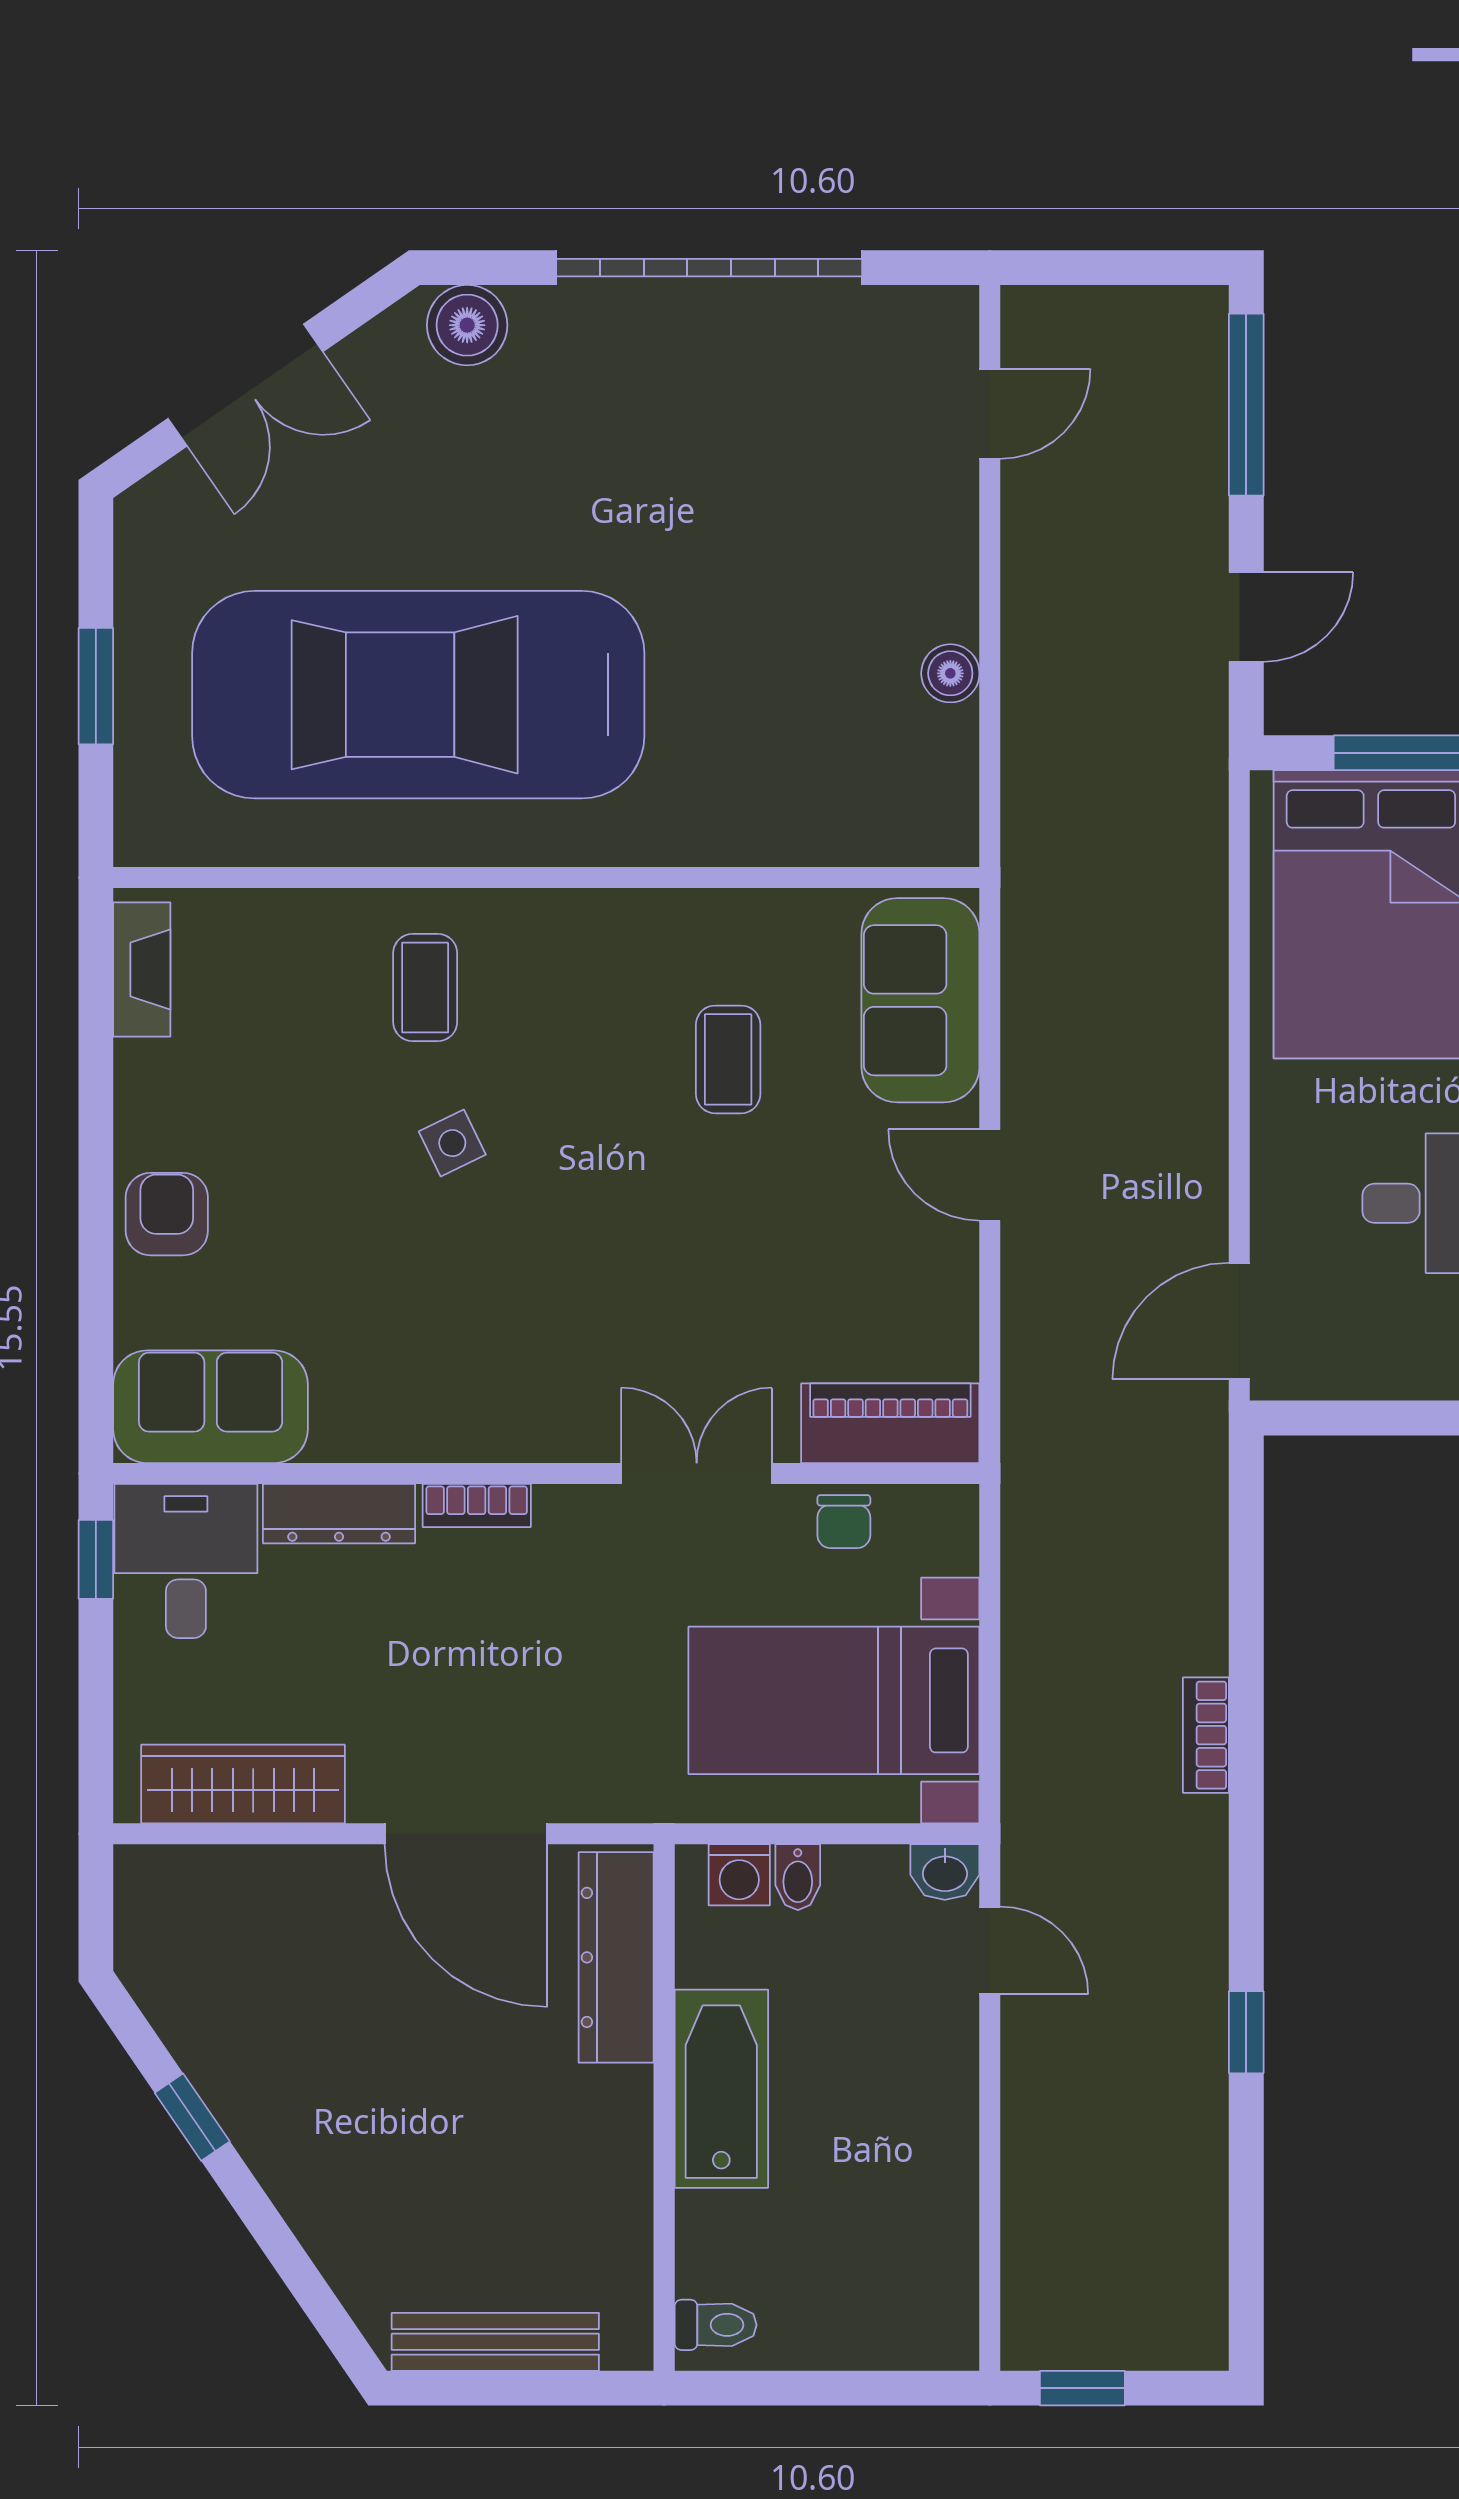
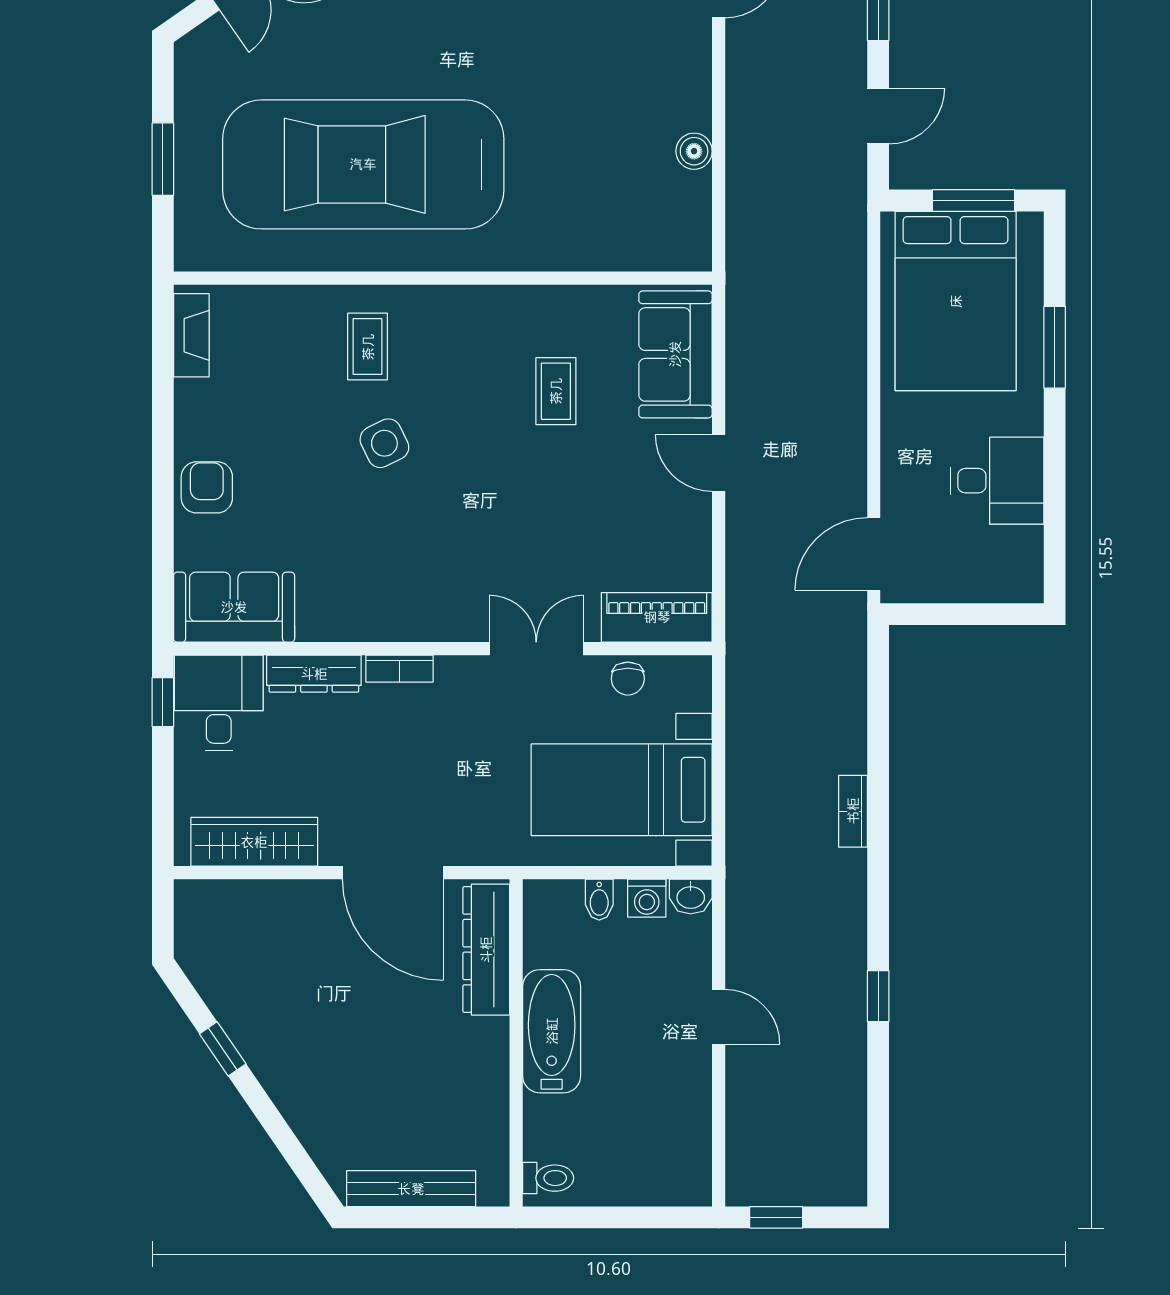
side table: (452, 1143) -> (384, 443), width x1.37, depth x1.37
washing machine: (739, 1875) -> (647, 898), moved
door: (990, 1950) -> (719, 1017), moved

